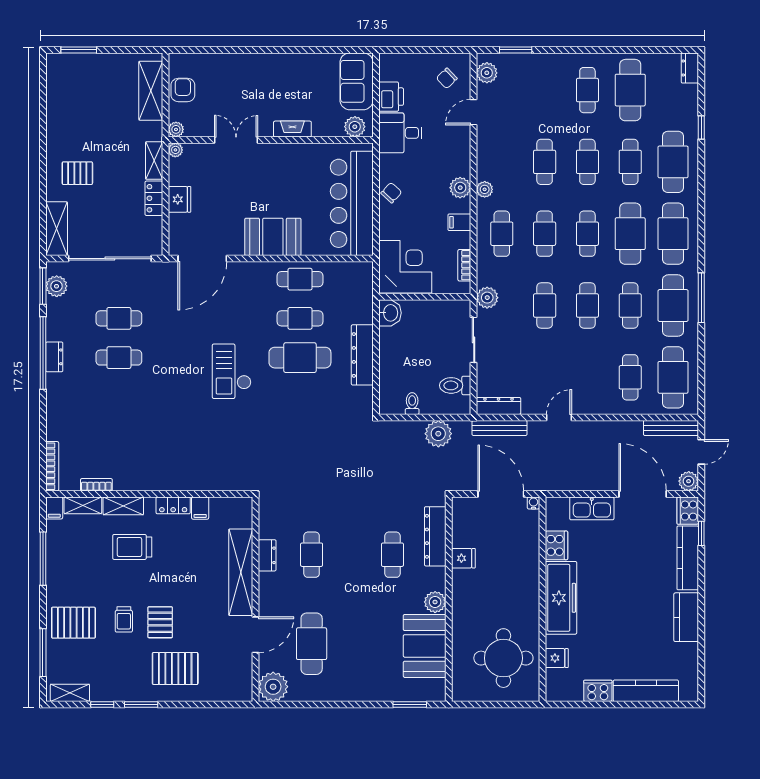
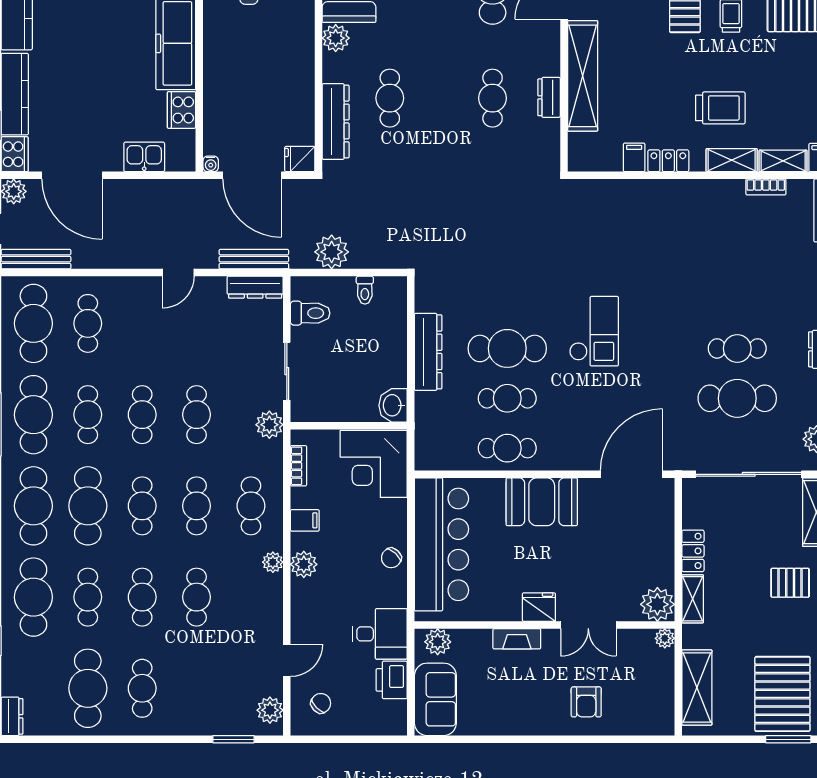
pallet: (83, 86) -> (782, 694), added
armchair: (183, 90) -> (586, 702), moved
plant: (175, 150) -> (657, 604), width x1.87, depth x1.87
fridge: (180, 199) -> (539, 607), moved, turned 90
cafe table: (119, 318) -> (737, 398), width x1.37, depth x1.35
kitchen sink: (592, 508) -> (144, 157), width x0.73
fridge: (463, 558) -> (300, 159), moved

